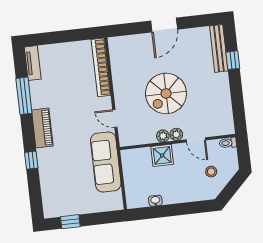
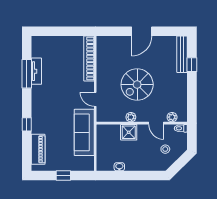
tv unit: (33, 63) -> (36, 71), moved
piano: (42, 128) -> (38, 149), moved
plant: (176, 134) -> (172, 117), moved
window: (70, 222) -> (63, 176), moved

